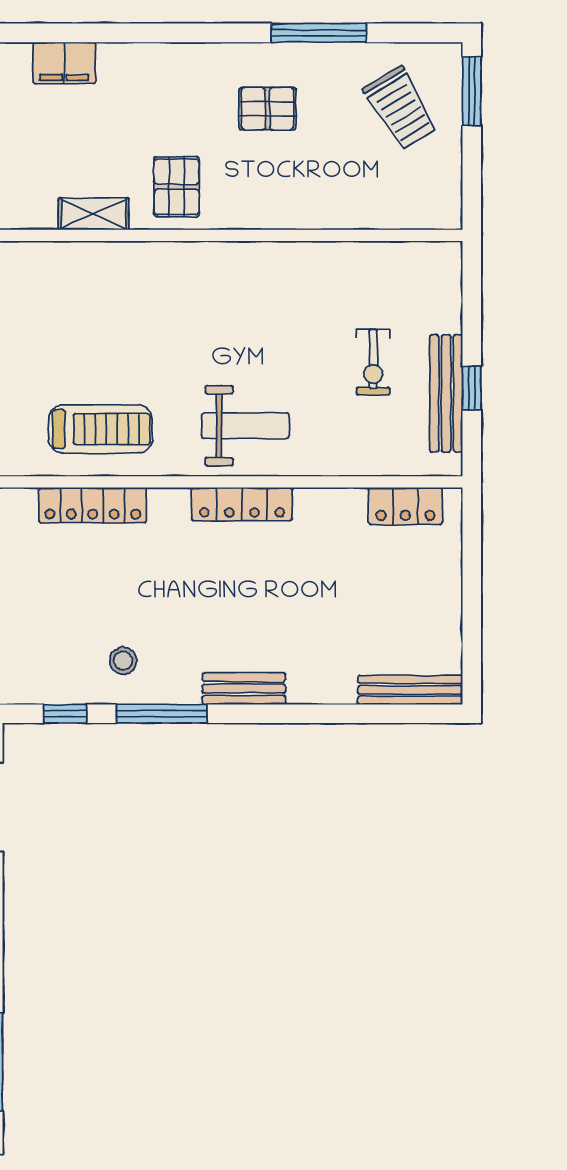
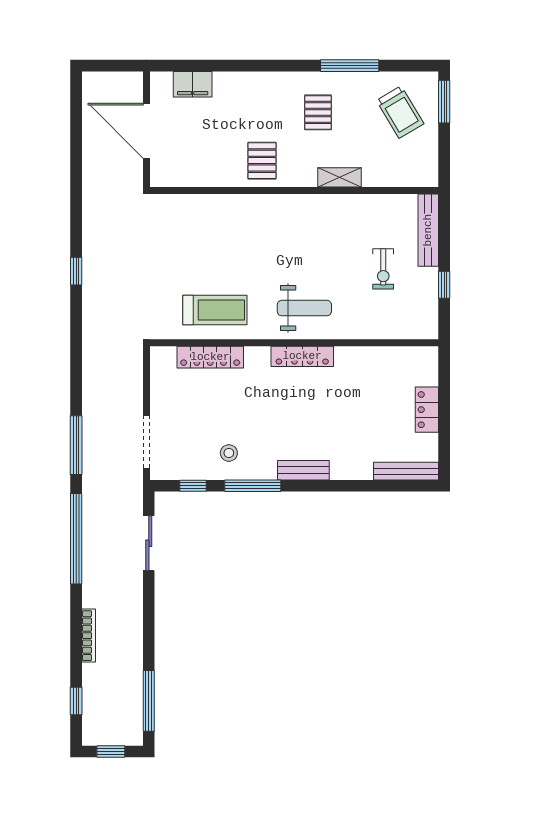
pallet: (267, 109) -> (318, 112), turned 90
shelving: (94, 214) -> (340, 177), moved
bench: (446, 393) -> (428, 230), moved
locker: (405, 506) -> (427, 410), moved, turned 90

